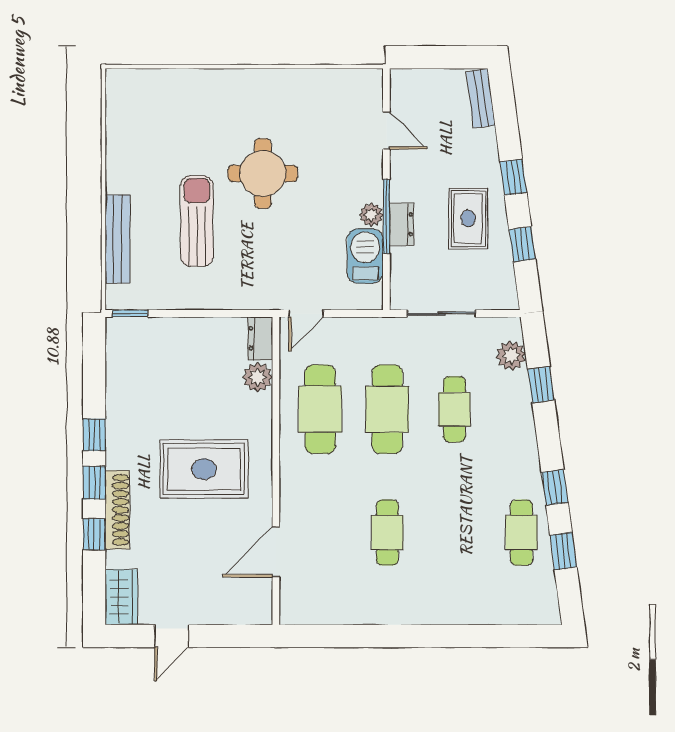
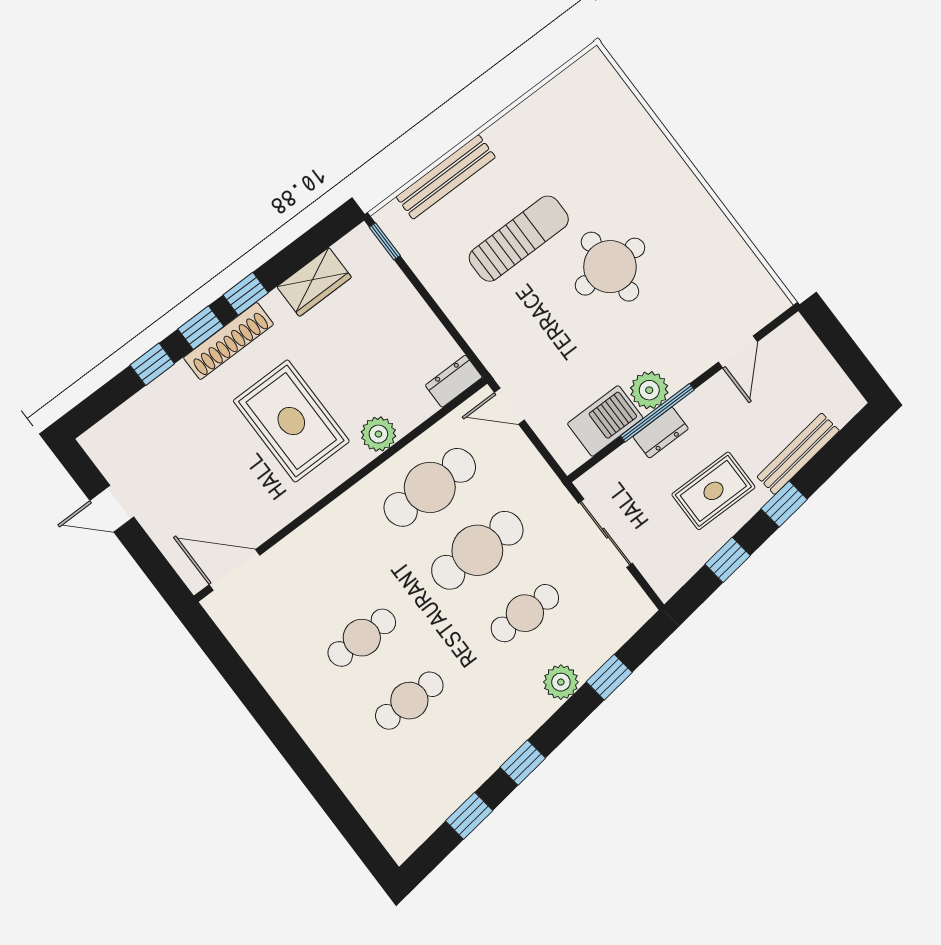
bench: (481, 98) -> (798, 454), moved, width x1.36
plant: (371, 215) -> (649, 390), width x1.38, depth x1.38
plant: (511, 356) -> (561, 682), moved
plant: (258, 377) -> (378, 434), moved
shoe rack: (117, 510) -> (228, 341), moved
cafe table: (521, 533) -> (409, 701), moved
door: (276, 552) -> (234, 570), moved
wardrobe: (121, 597) -> (314, 282), moved

